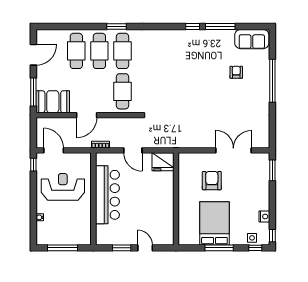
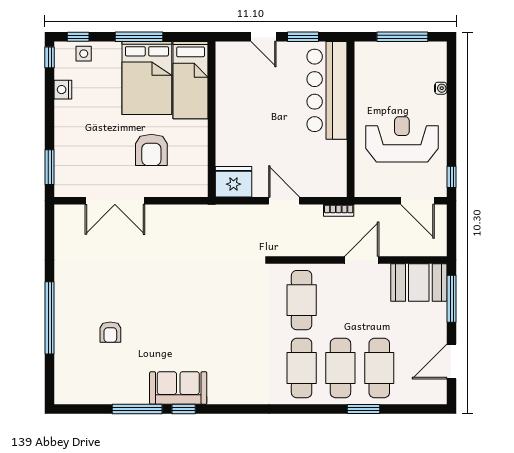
window: (116, 27) -> (363, 409), moved
sofa: (252, 39) -> (178, 388), moved
reception desk: (63, 187) -> (402, 139), turned 180
bar counter: (107, 195) -> (327, 90), moved
bed: (189, 222) -> (191, 80), added

